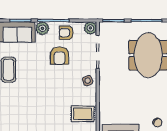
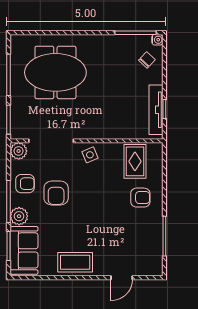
armchair: (66, 33) -> (25, 184), turned -90
armchair: (59, 56) -> (56, 193), turned 90
armchair: (56, 118) -> (140, 198), added

